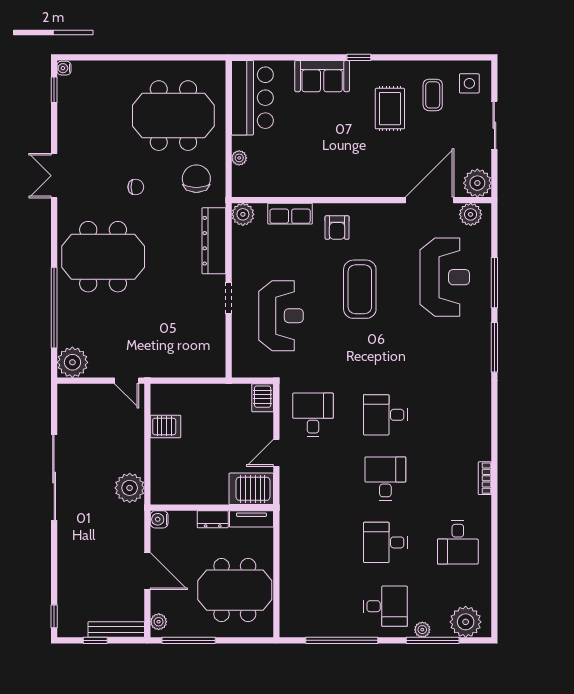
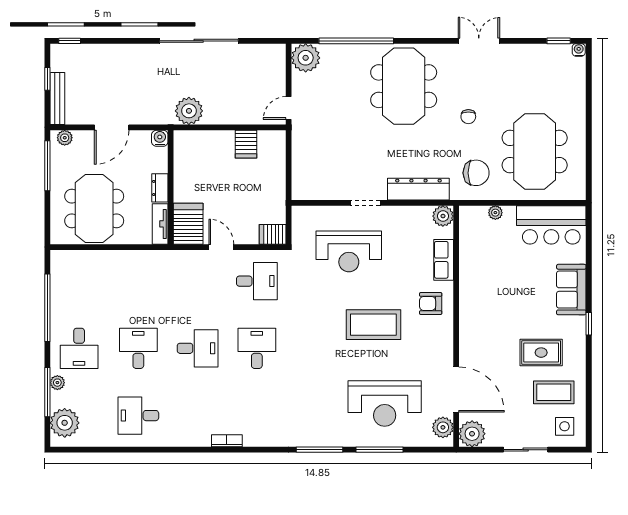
coffee table: (433, 95) -> (554, 392), width x1.36, depth x1.30
bookcase: (485, 478) -> (227, 441), moved

